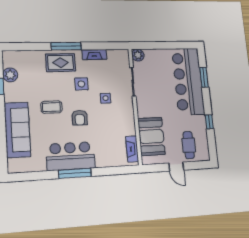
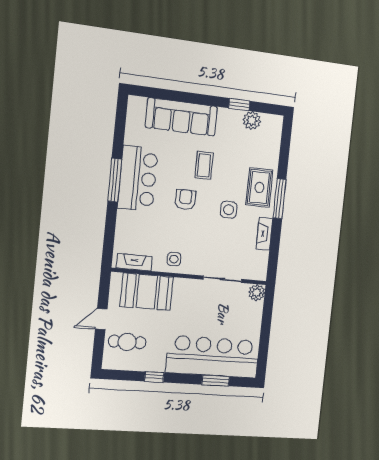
side table: (105, 98) -> (174, 259), moved
armchair: (80, 118) -> (185, 199), turned 90

